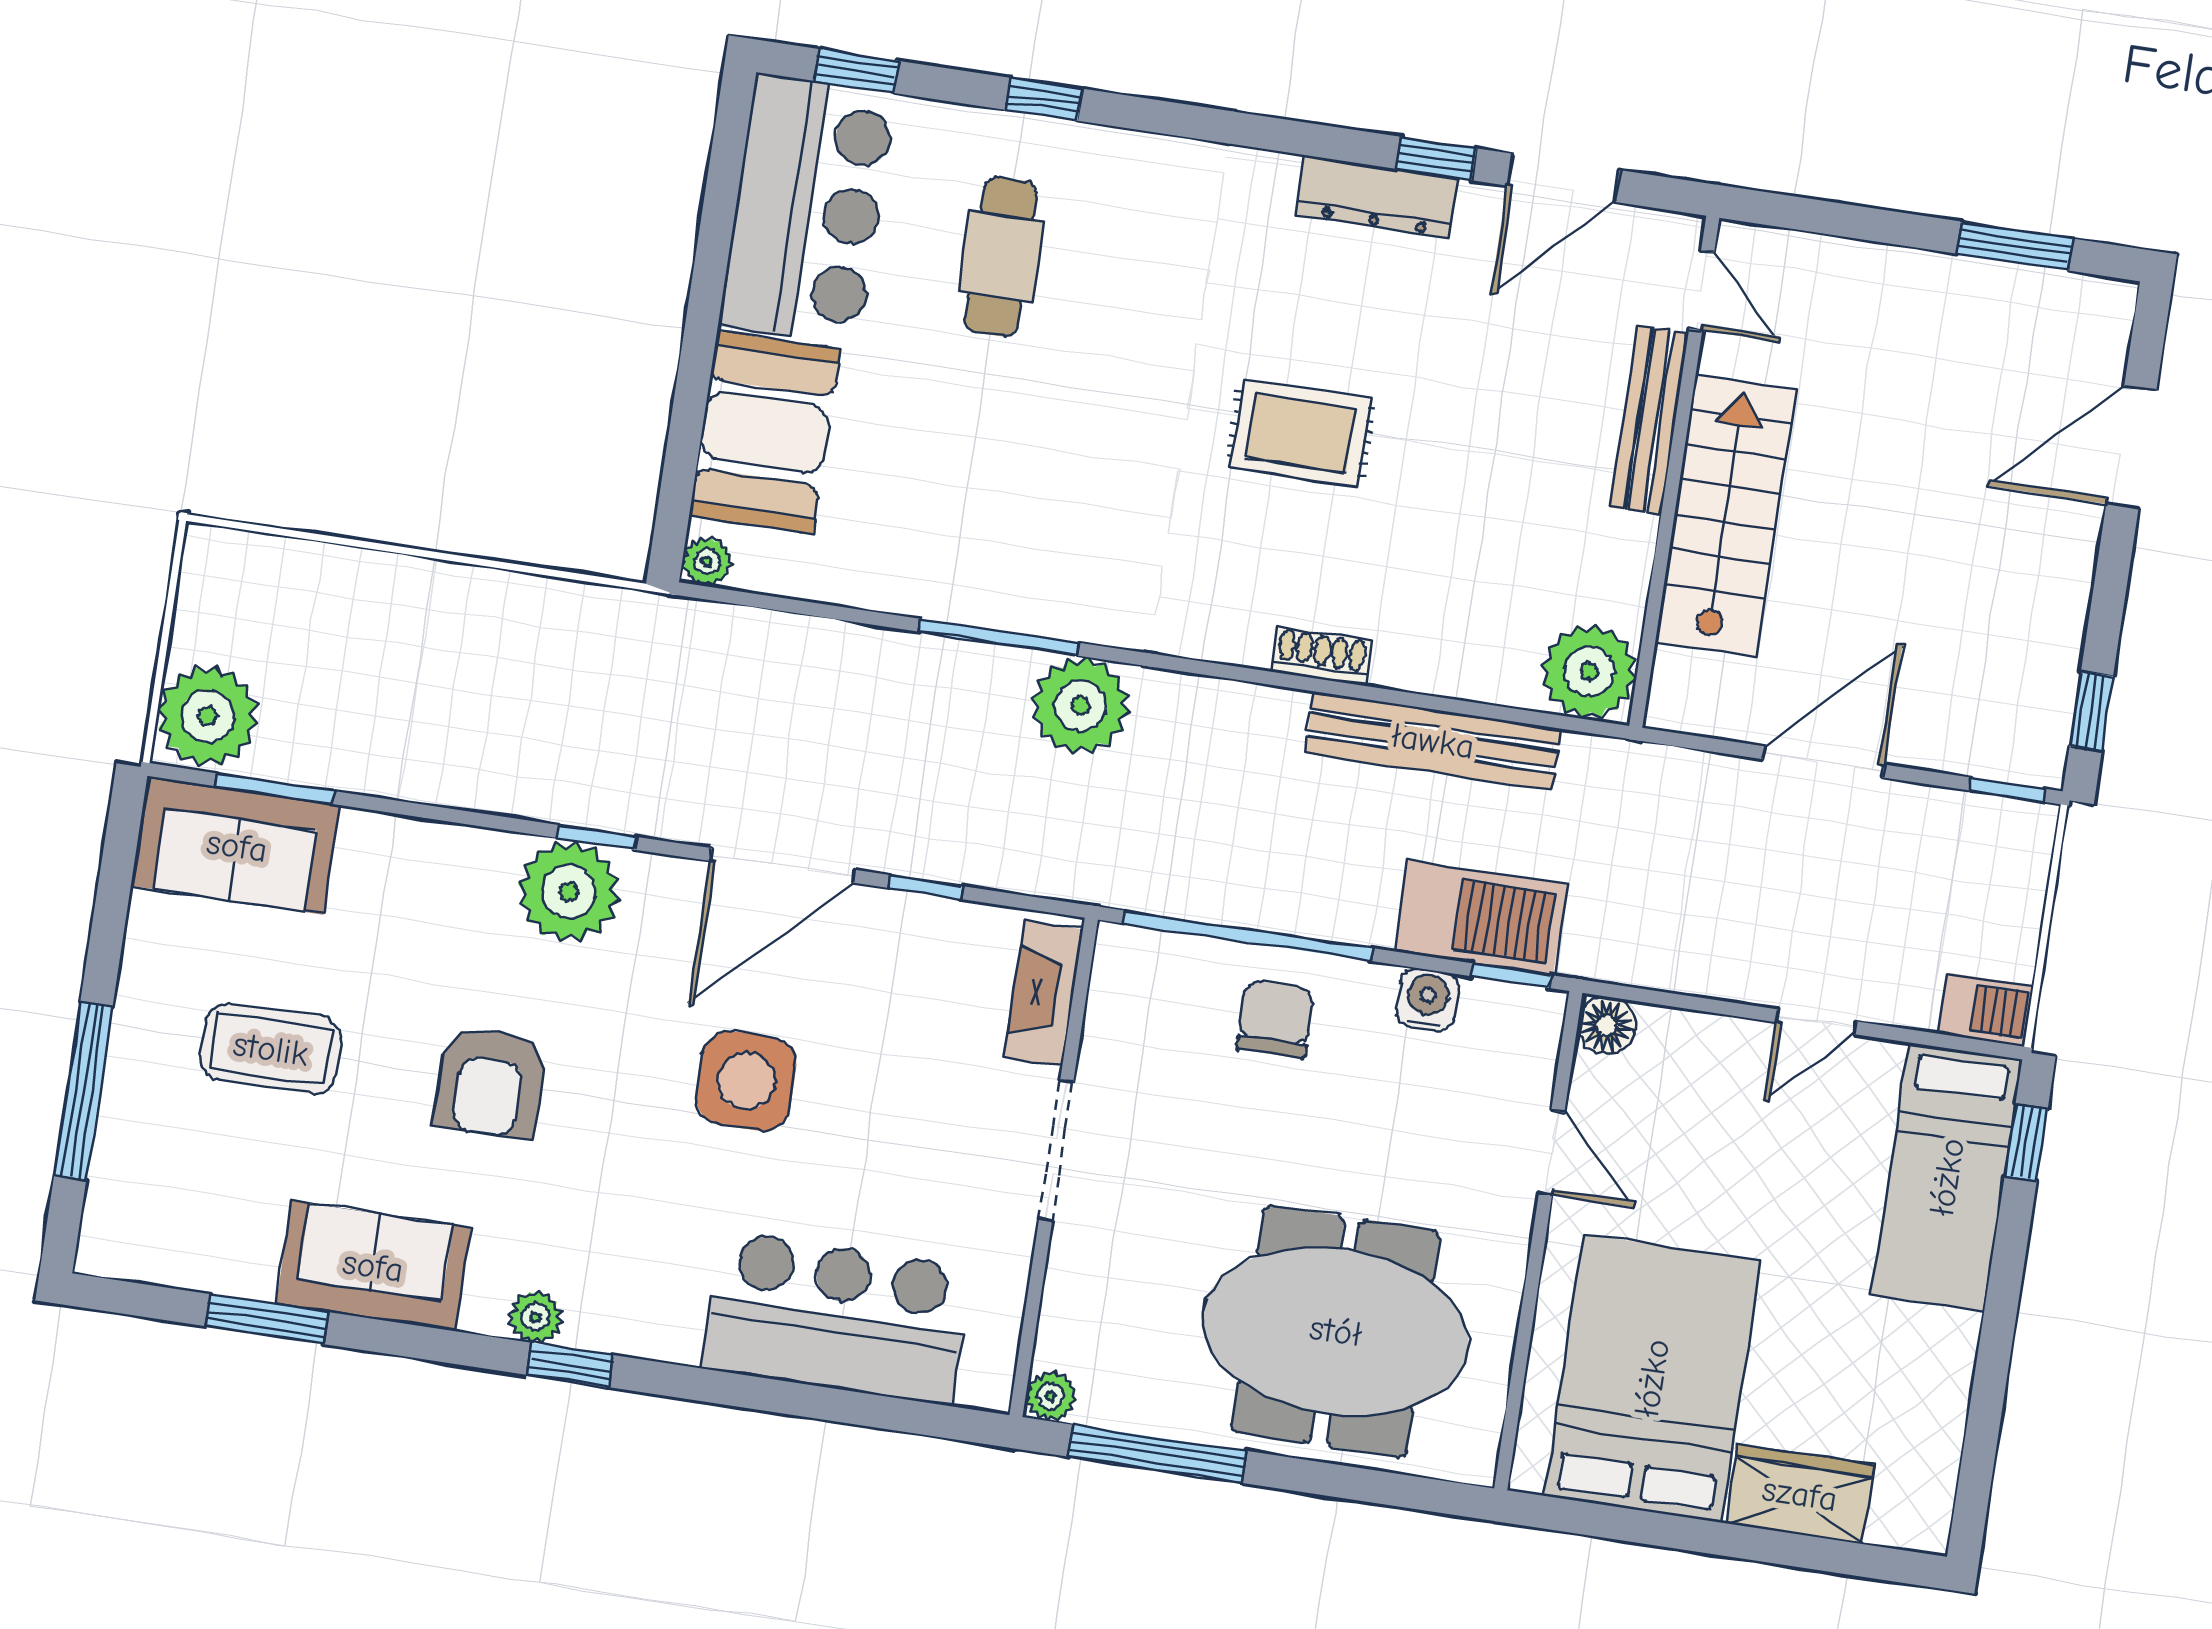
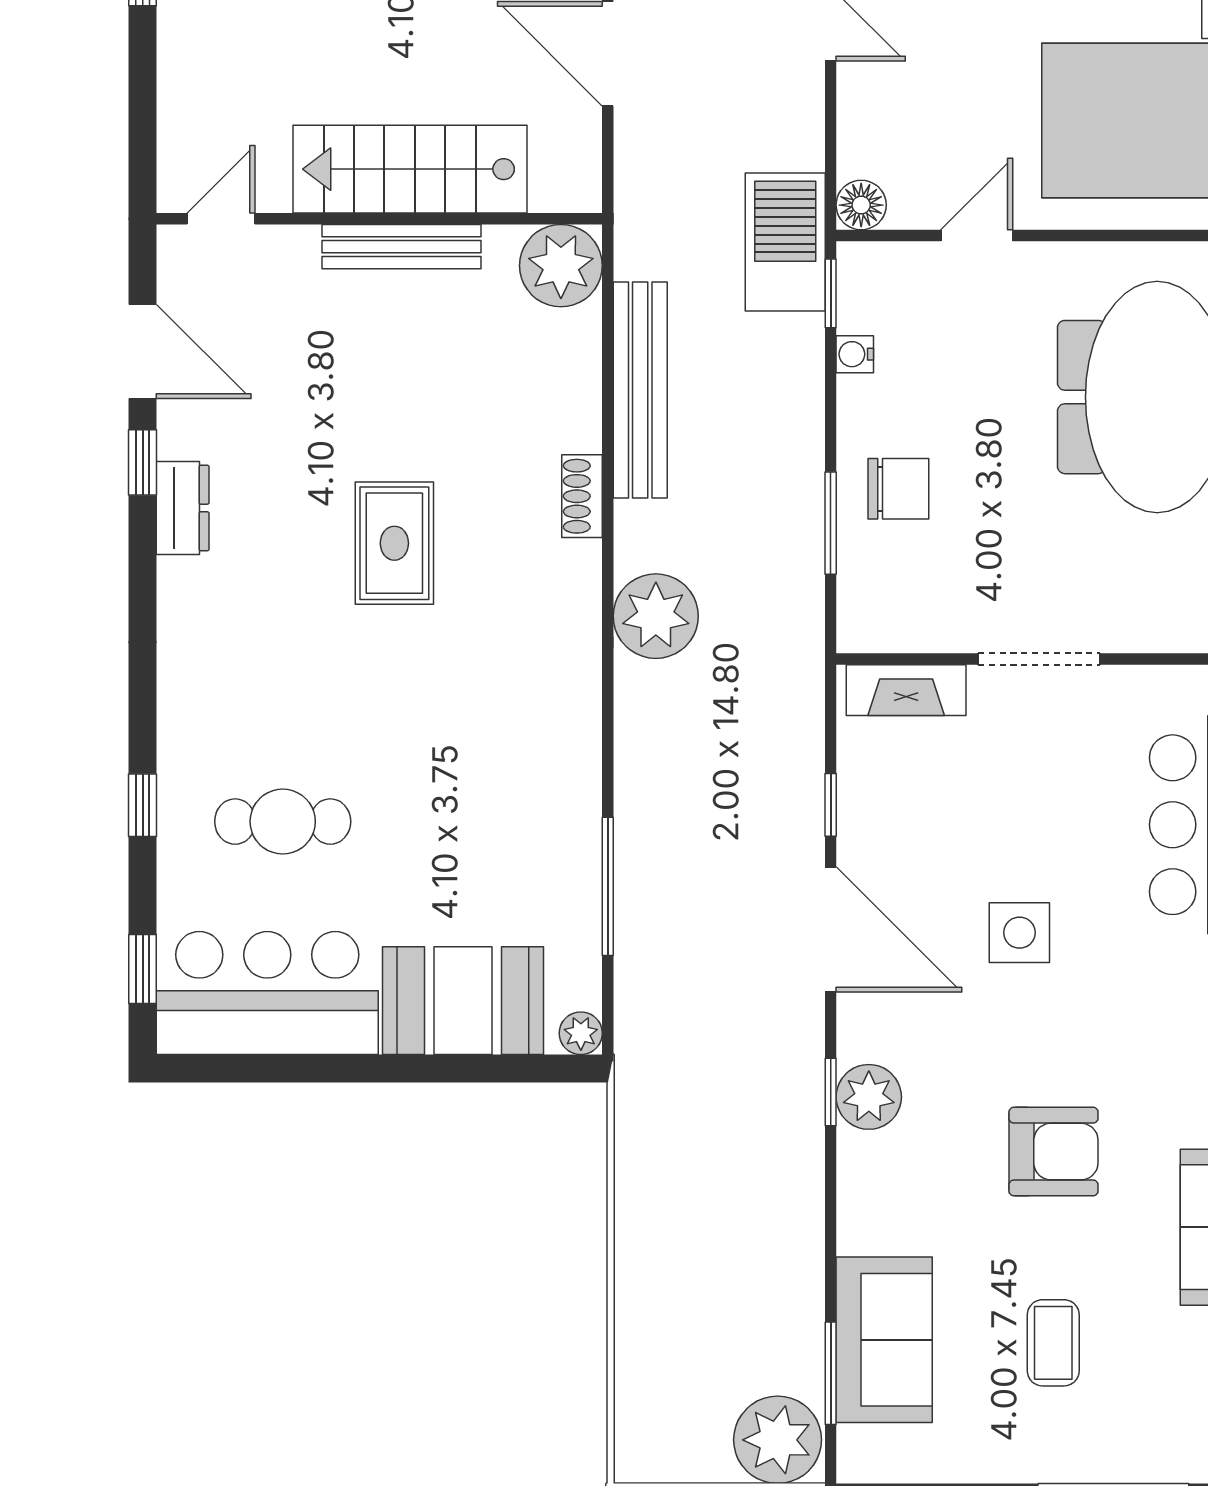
dresser: (1377, 197) -> (183, 508), width x0.70
bench: (1649, 420) -> (402, 247), moved
window: (998, 637) -> (608, 886), moved
plant: (1080, 706) -> (656, 616), moved
sofa: (237, 846) -> (884, 1340), moved
plant: (569, 892) -> (869, 1097), width x0.73, depth x0.73
barbecue: (1481, 918) -> (785, 242), moved
window: (1248, 936) -> (831, 523), width x0.47
water cooler: (1427, 1000) -> (855, 354), width x0.72, depth x0.72
chair: (1275, 1019) -> (898, 489), turned 180
coffee table: (271, 1049) -> (1053, 1343), width x0.73, depth x0.77
side table: (746, 1081) -> (1019, 933), width x0.73, depth x0.73

